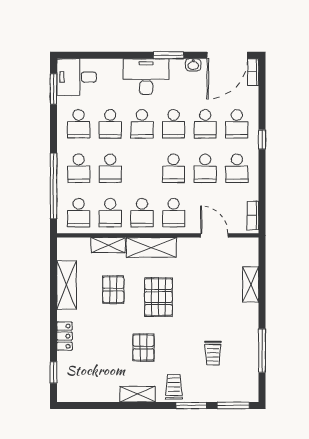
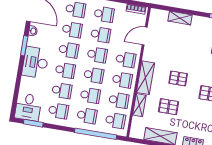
school desk: (142, 168) -> (94, 75), added
pallet: (158, 297) -> (178, 78), width x0.67, depth x0.71

